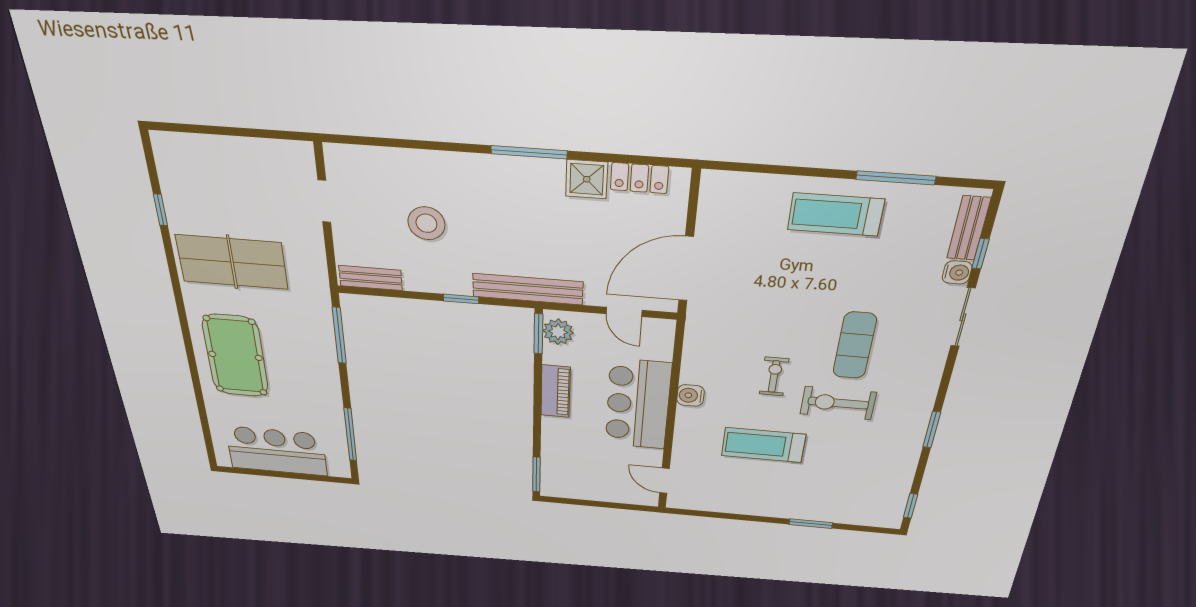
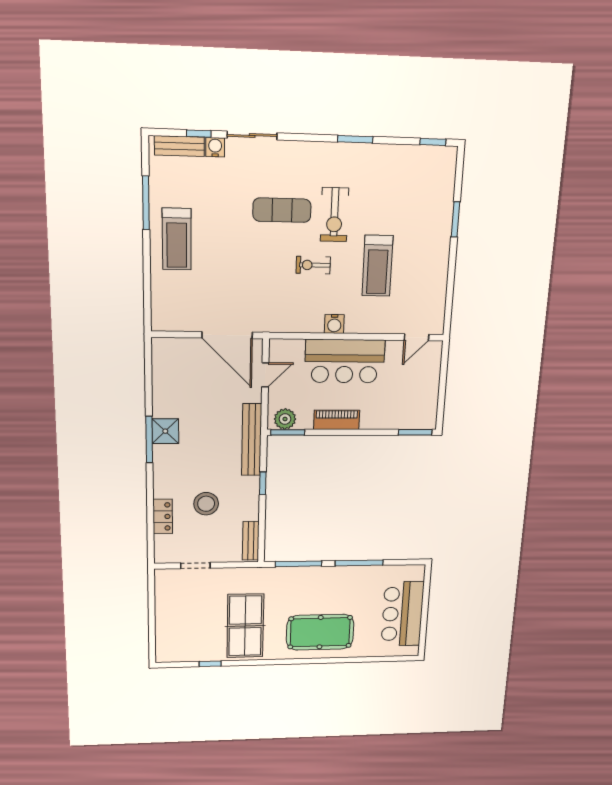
locker: (639, 178) -> (163, 516), moved
shower: (587, 179) -> (165, 431), moved
window: (350, 434) -> (359, 563), moved

